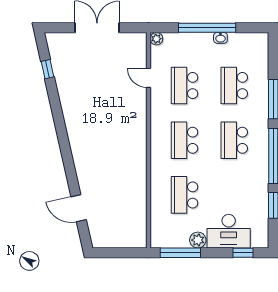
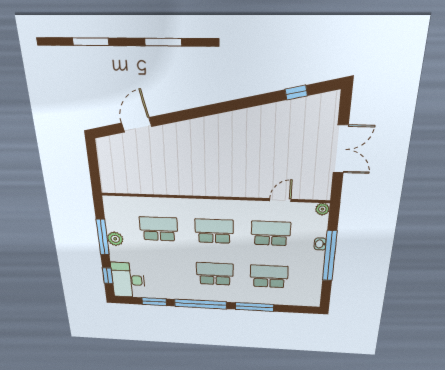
washbasin: (220, 38) -> (320, 244), moved
desk: (229, 231) -> (128, 280), moved
window: (180, 253) -> (103, 237), moved

